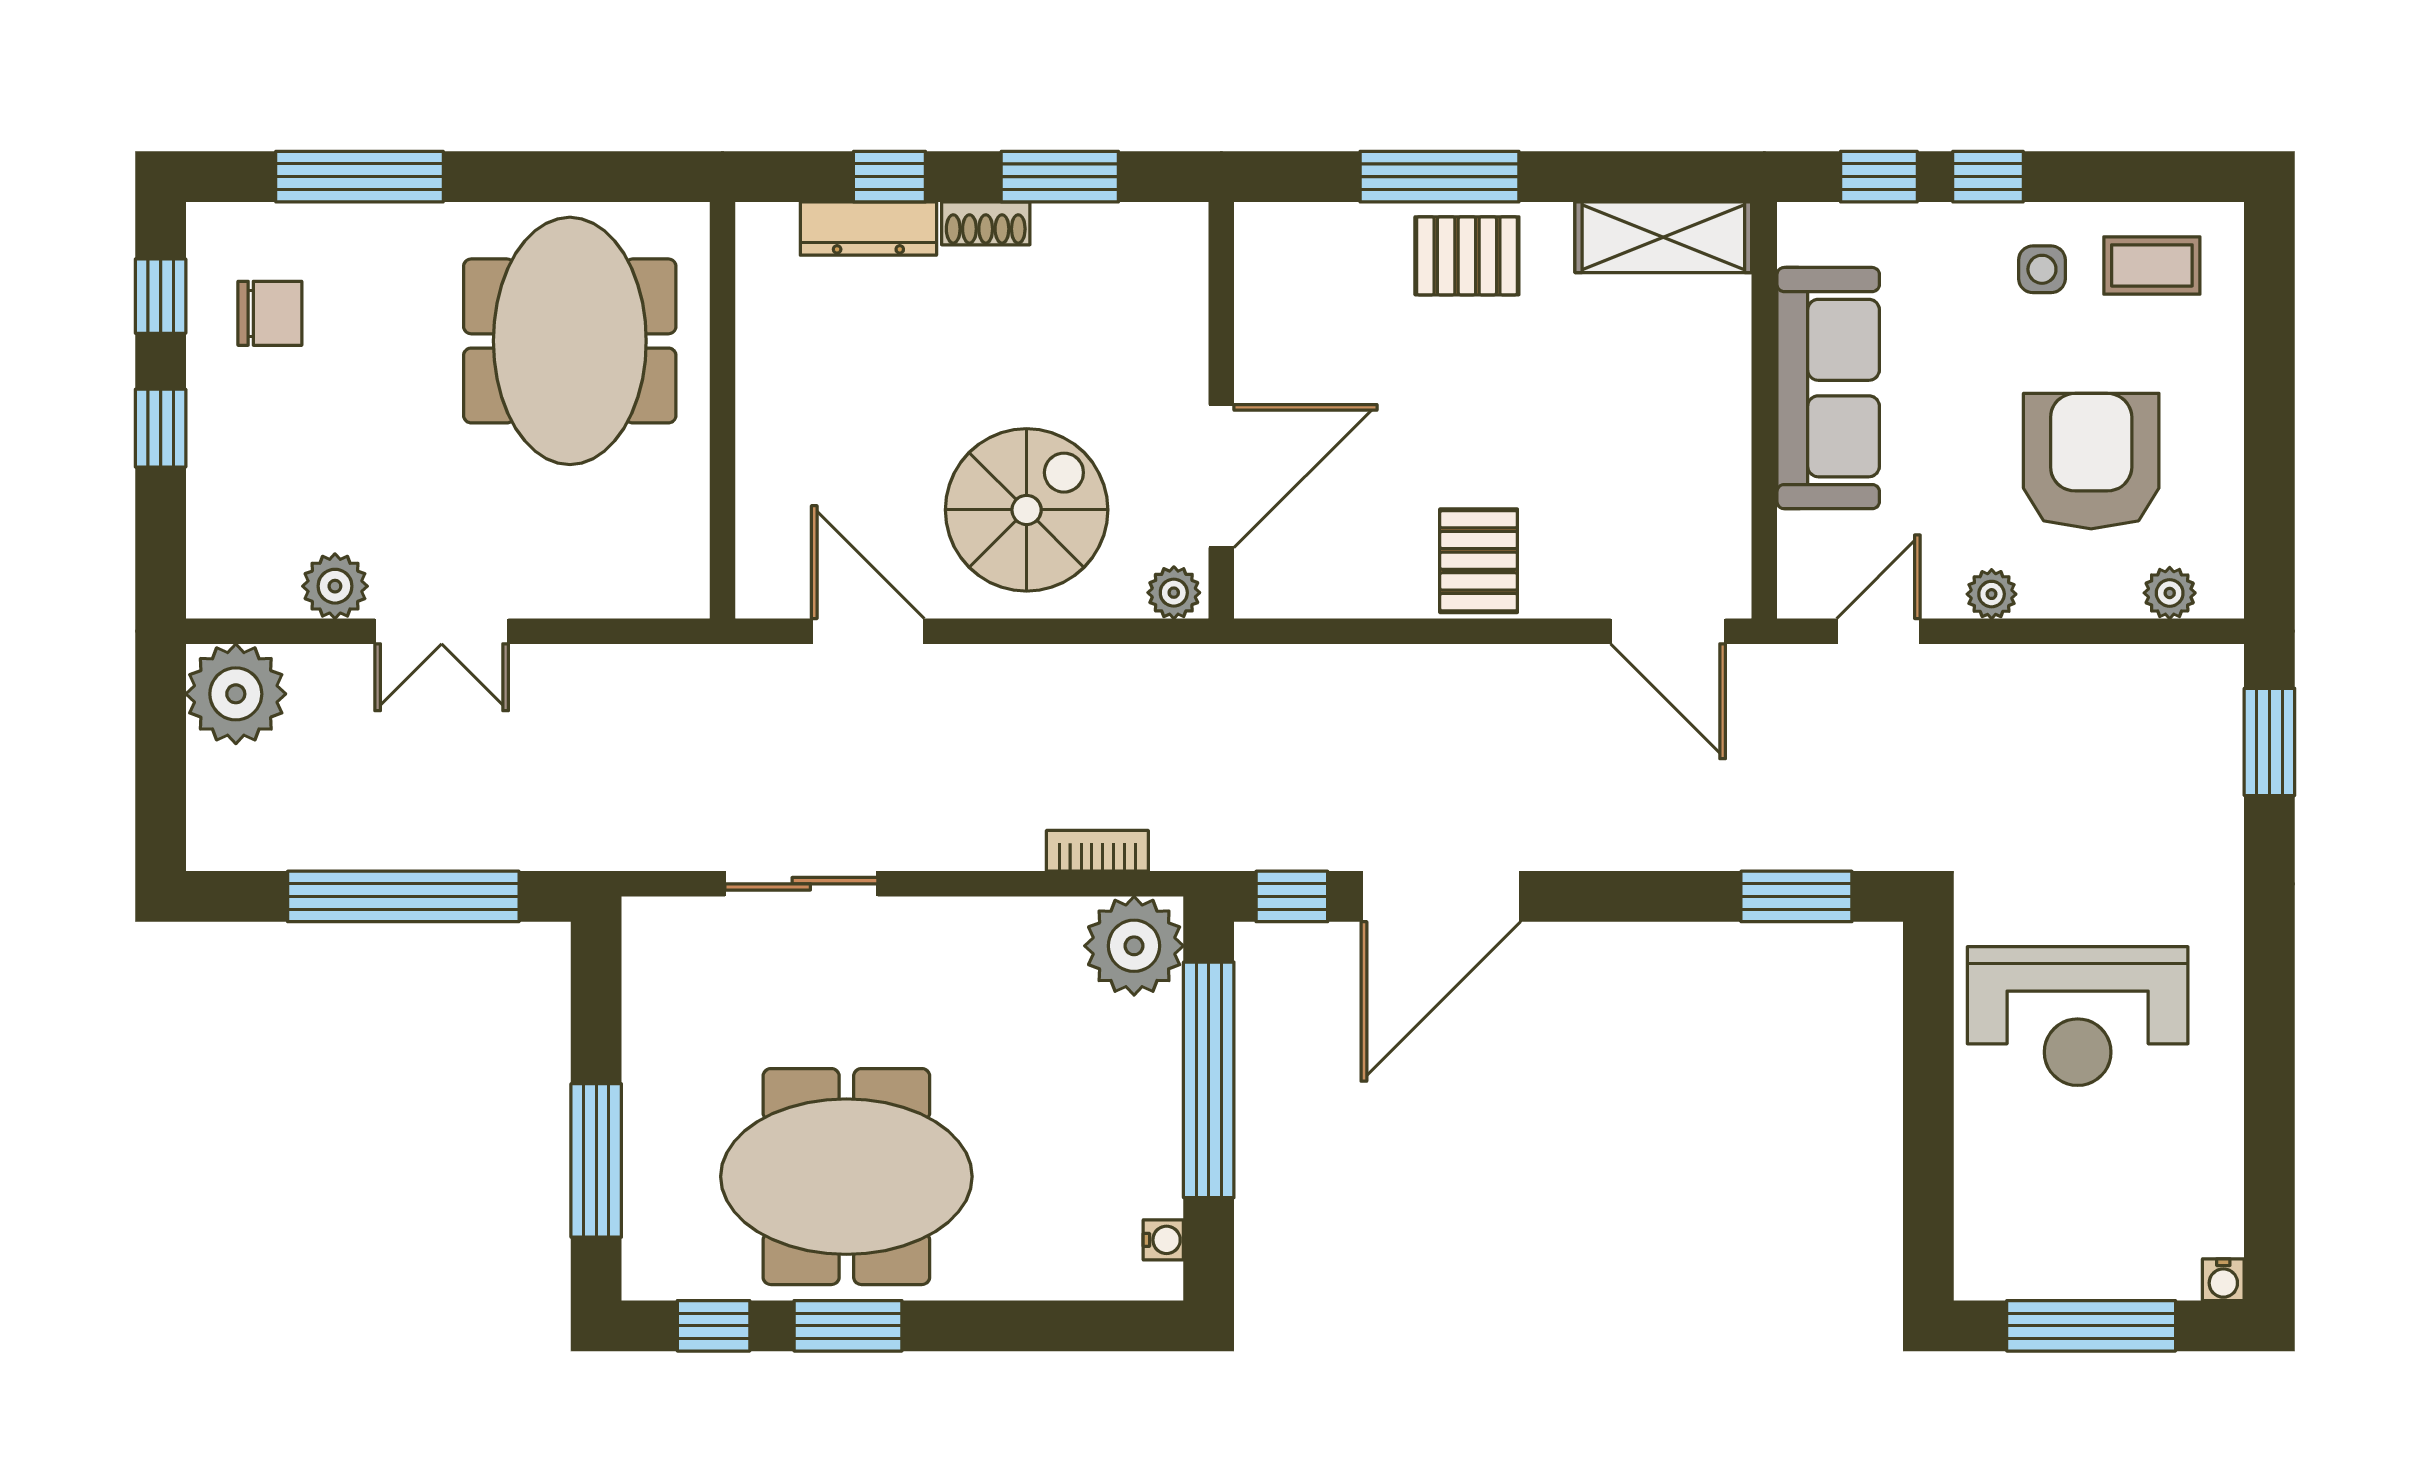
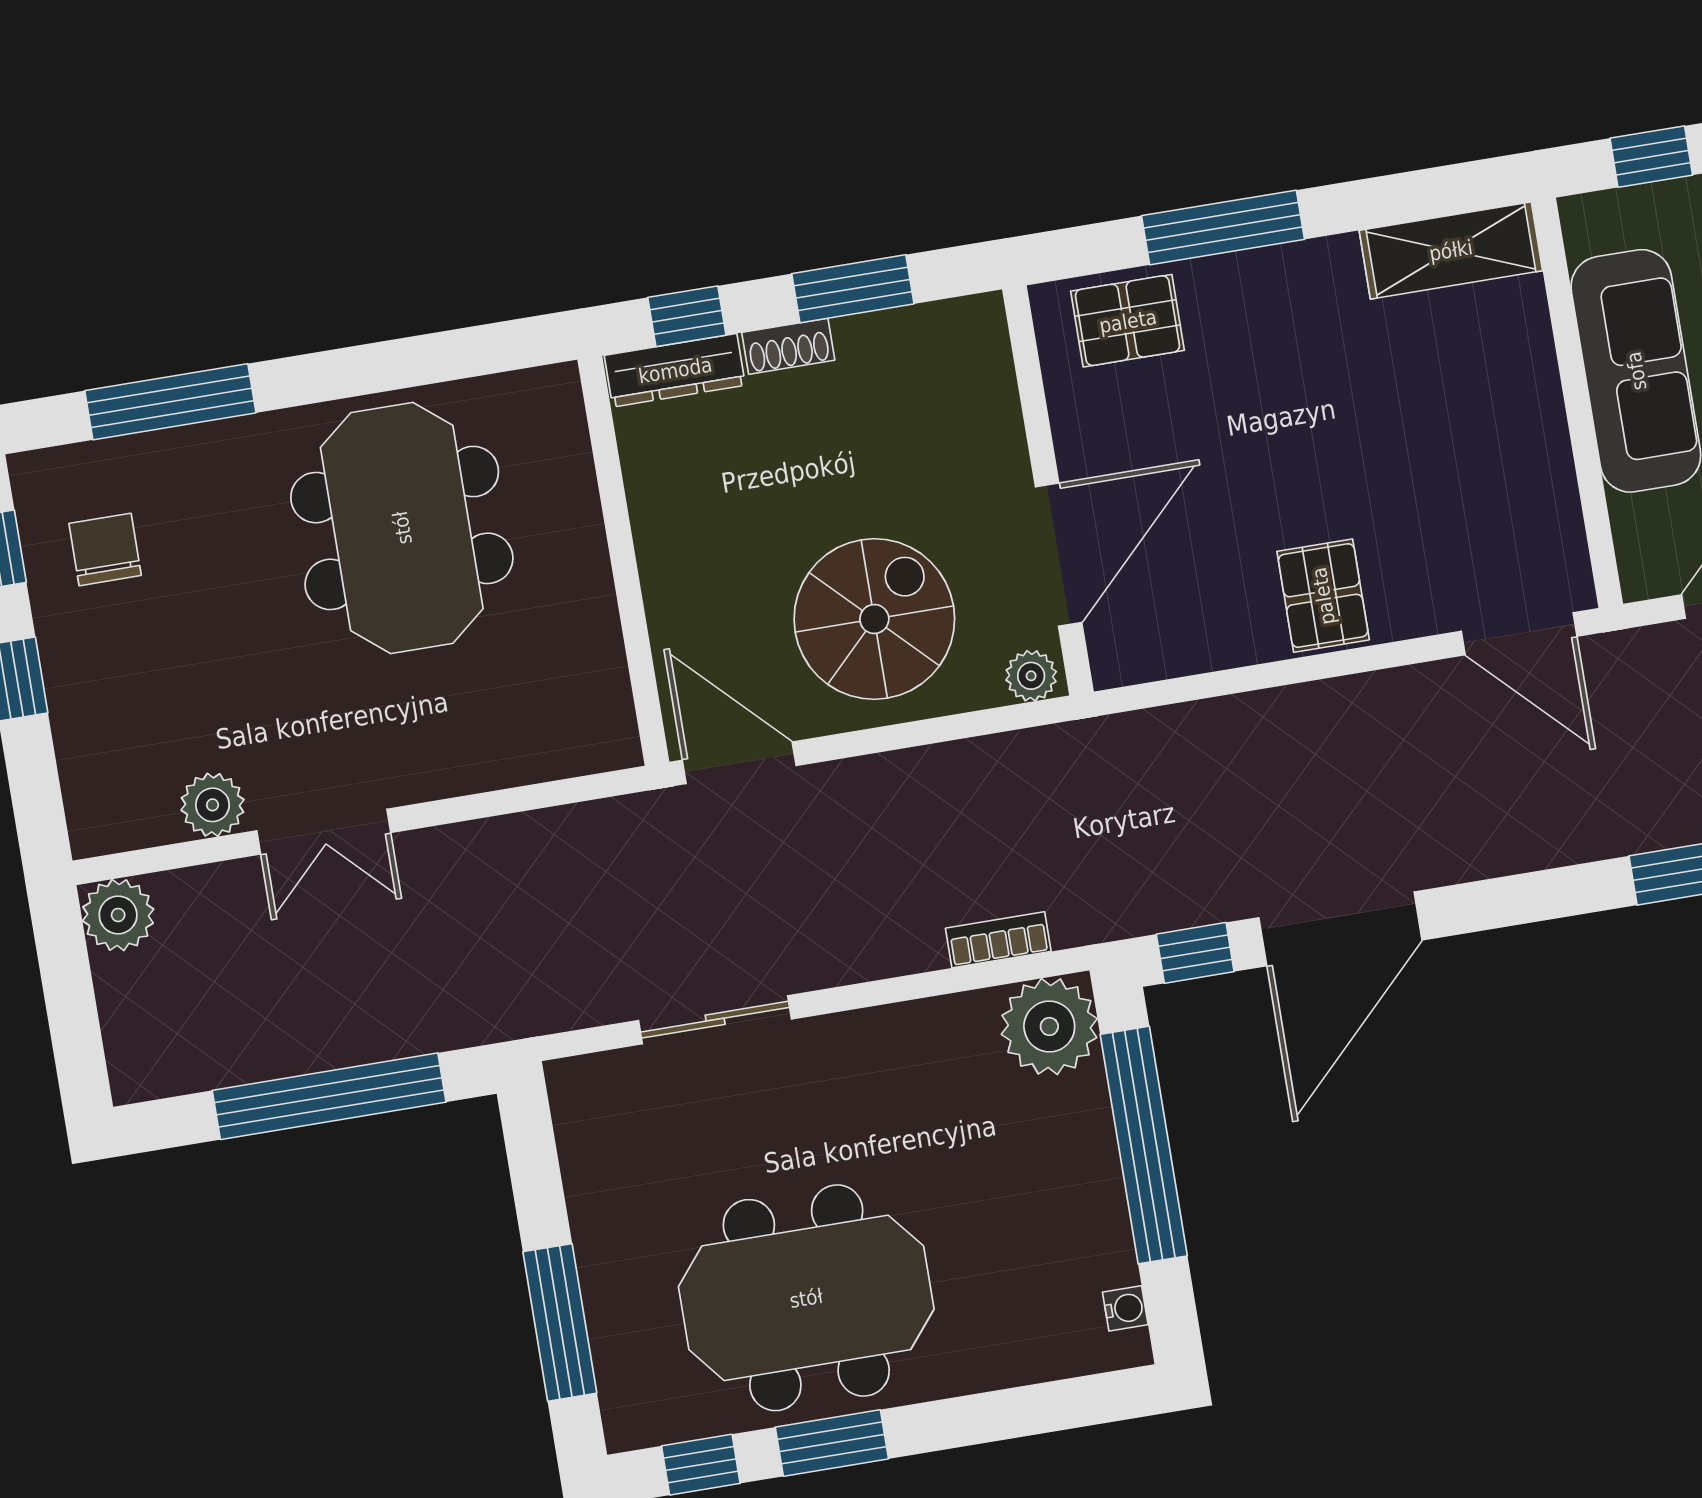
pallet: (1467, 256) -> (1128, 321), moved
chair: (270, 313) -> (105, 549), turned -90
wall: (722, 410) -> (623, 561), moved
plant: (236, 694) -> (118, 915), width x0.73, depth x0.73

